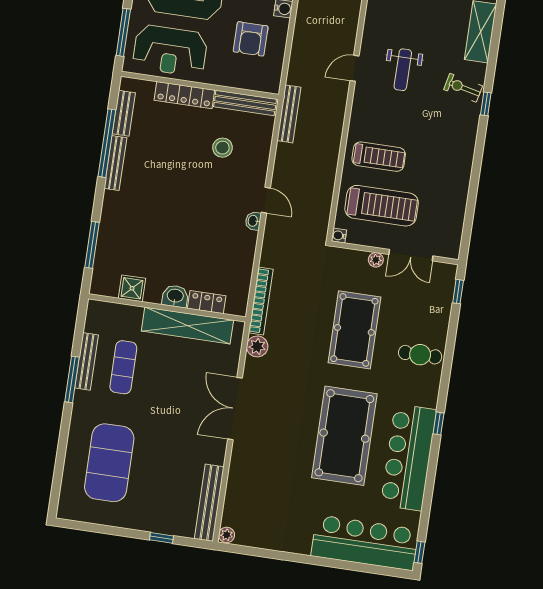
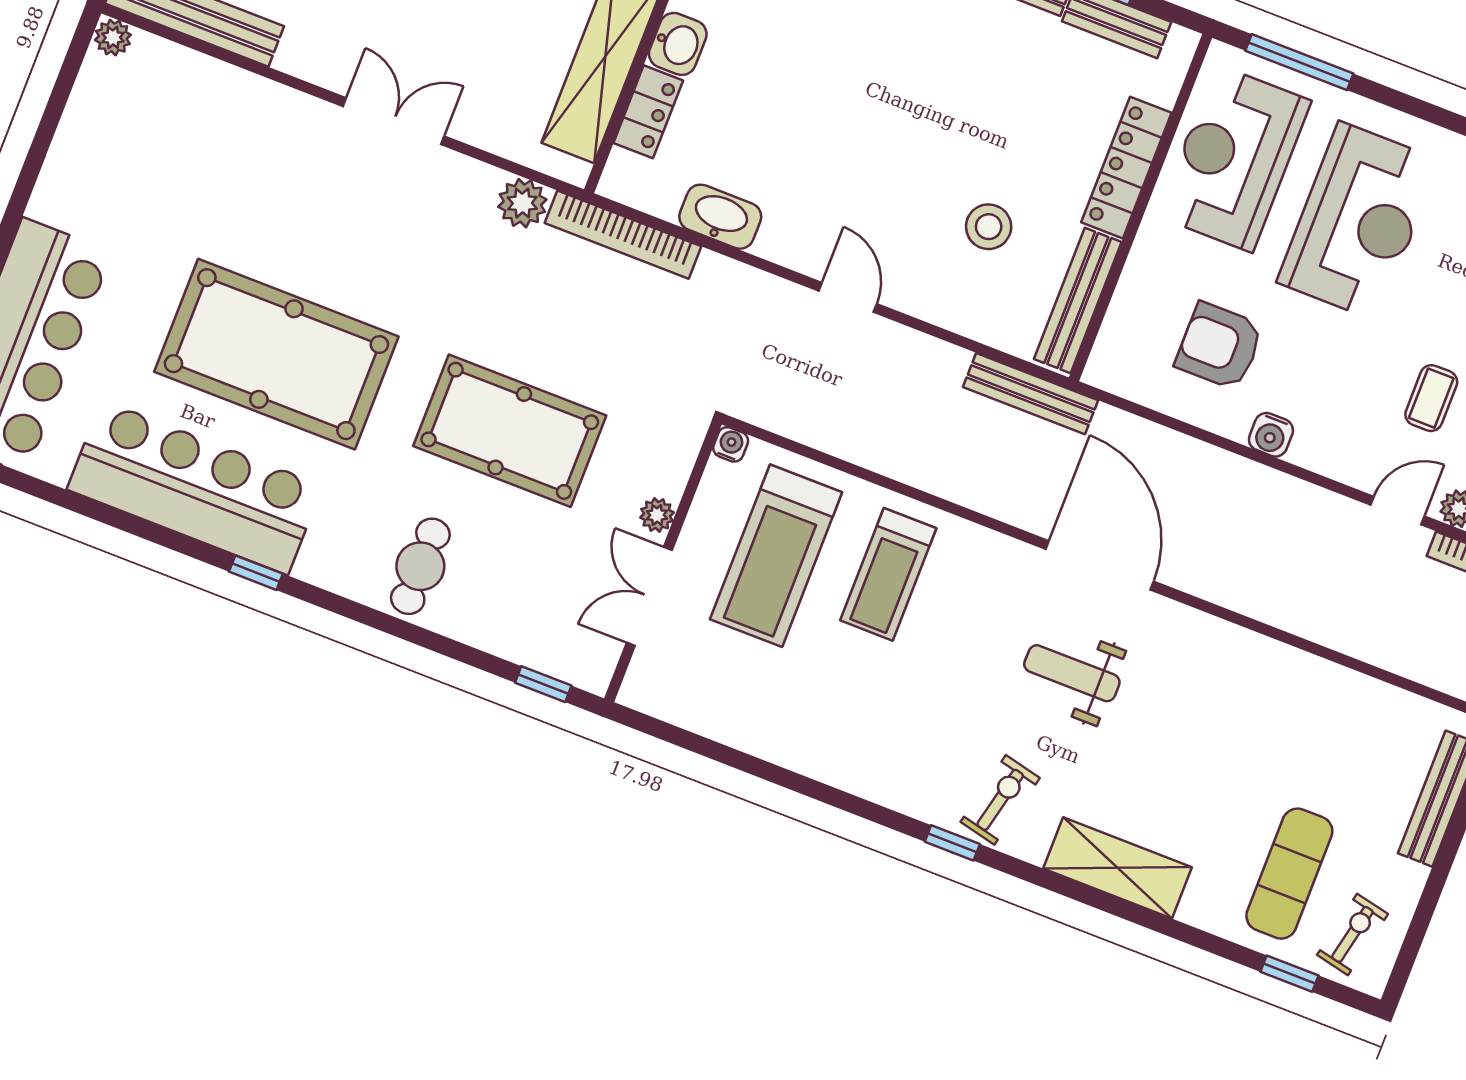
door: (355, 68) -> (1100, 565), width x1.87
door: (266, 200) -> (848, 297), swing flipped
washbasin: (253, 221) -> (720, 217), moved, width x1.91, depth x1.45
double door: (235, 409) -> (394, 121), width x0.73

